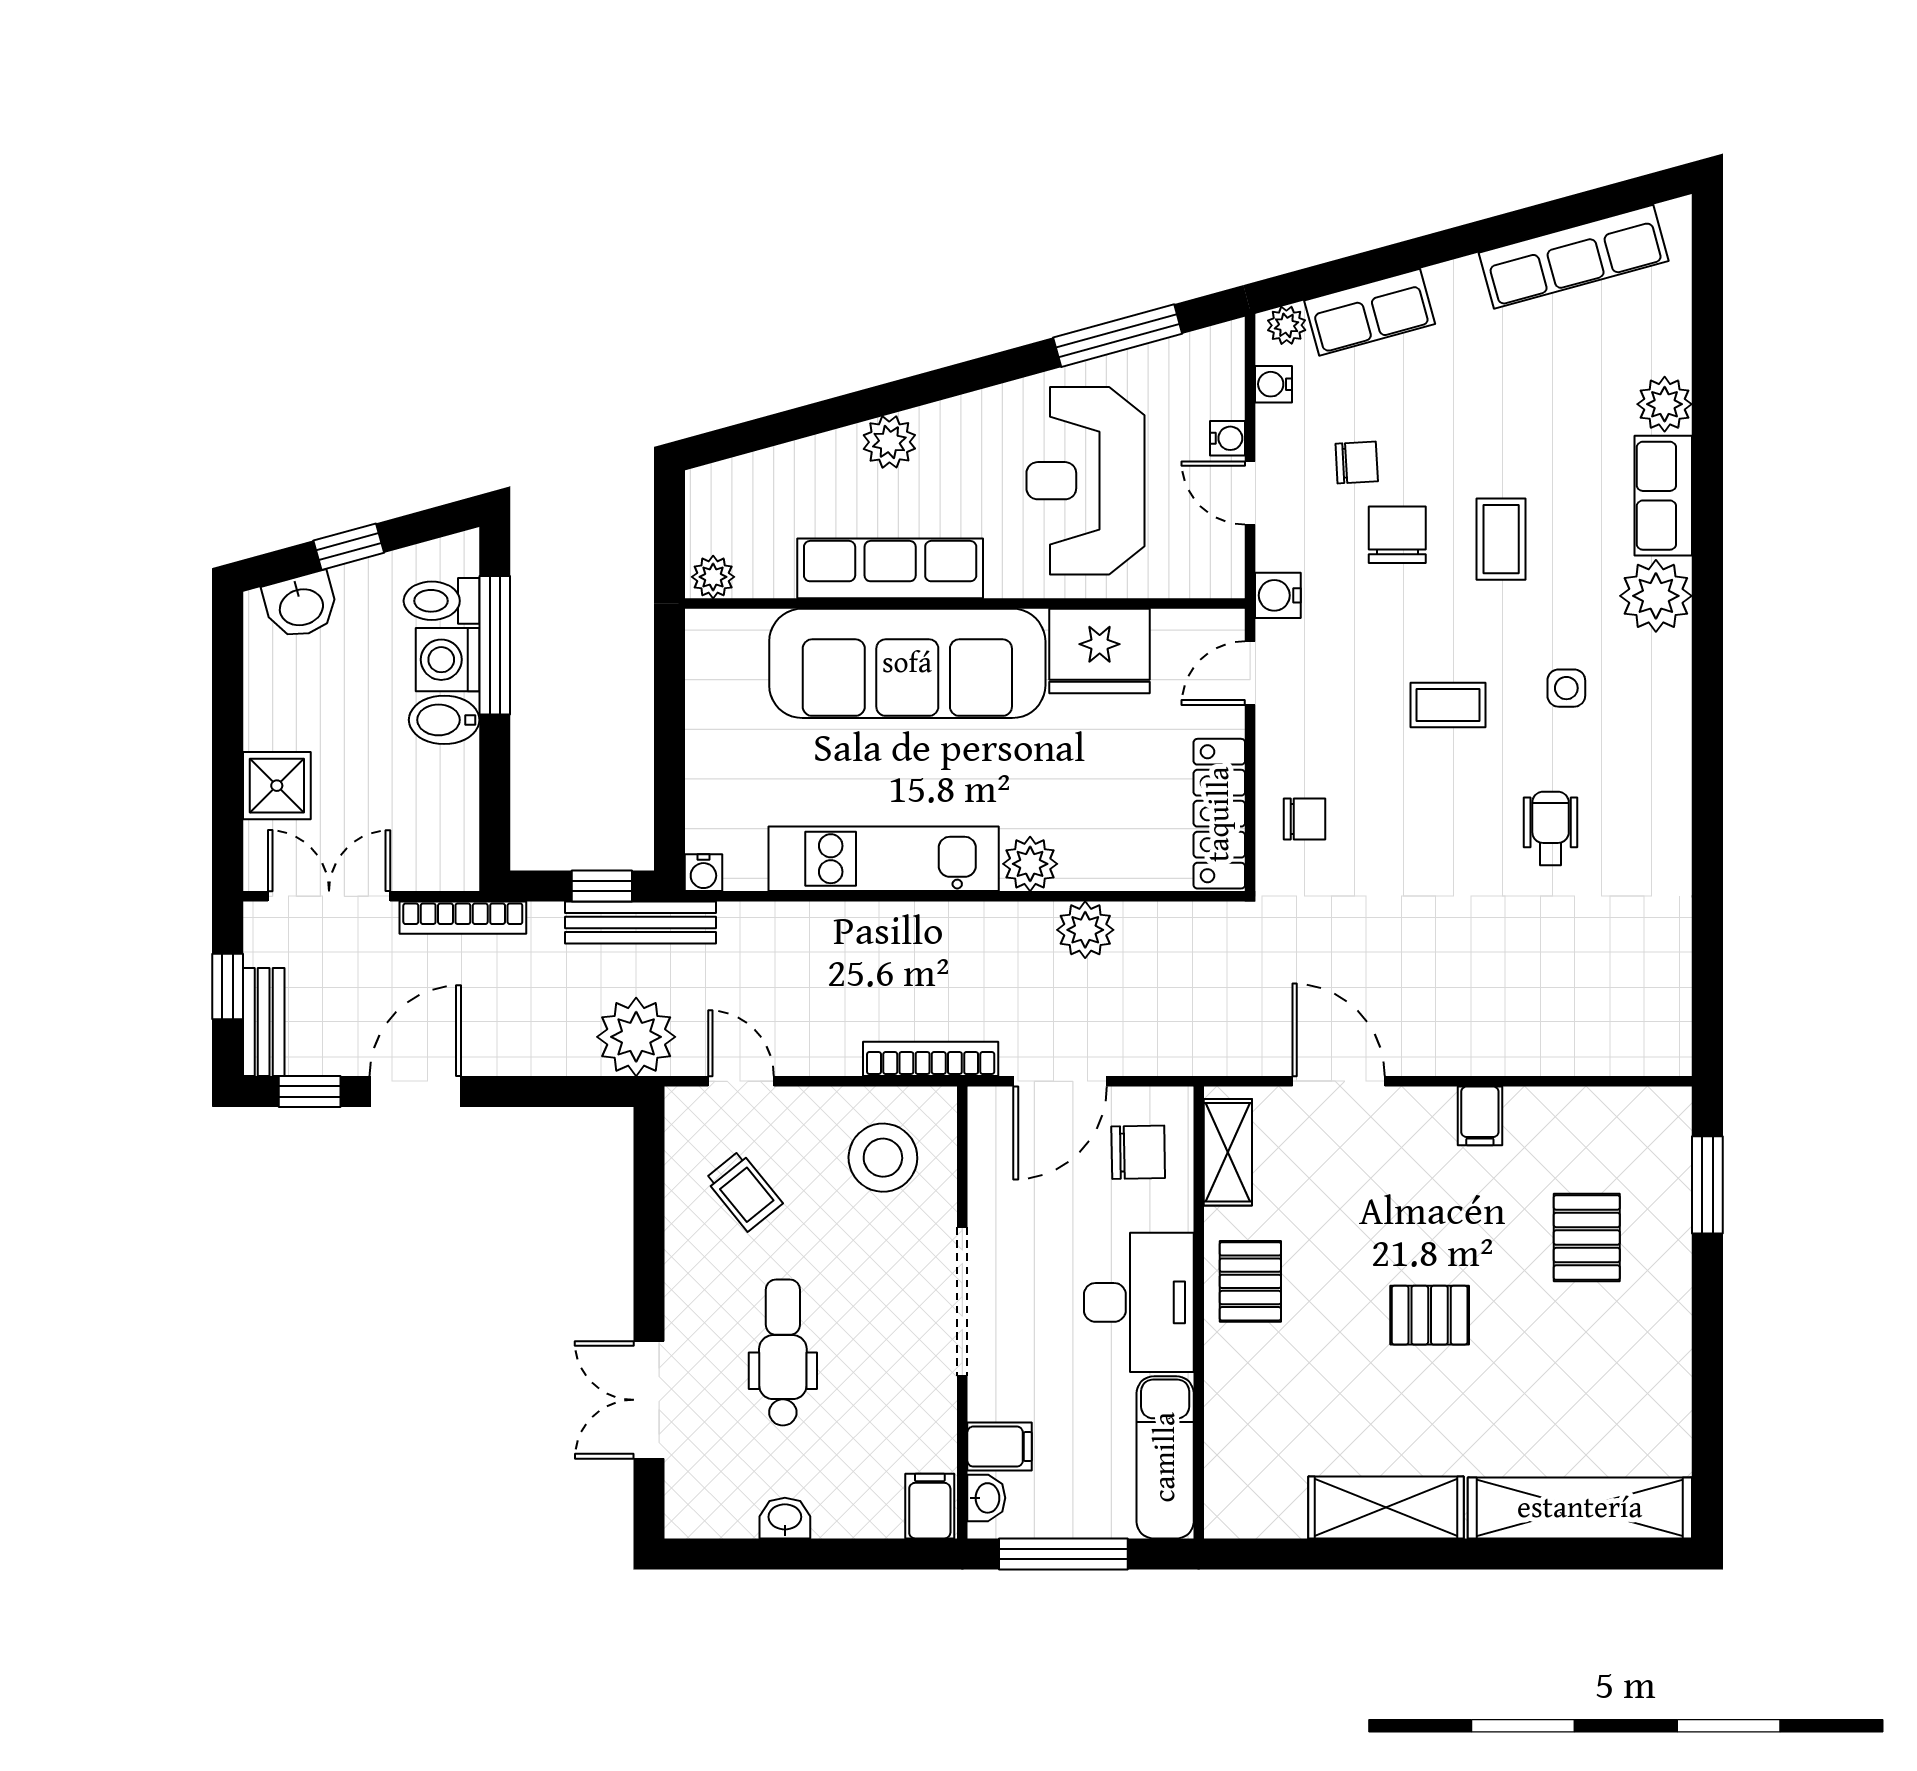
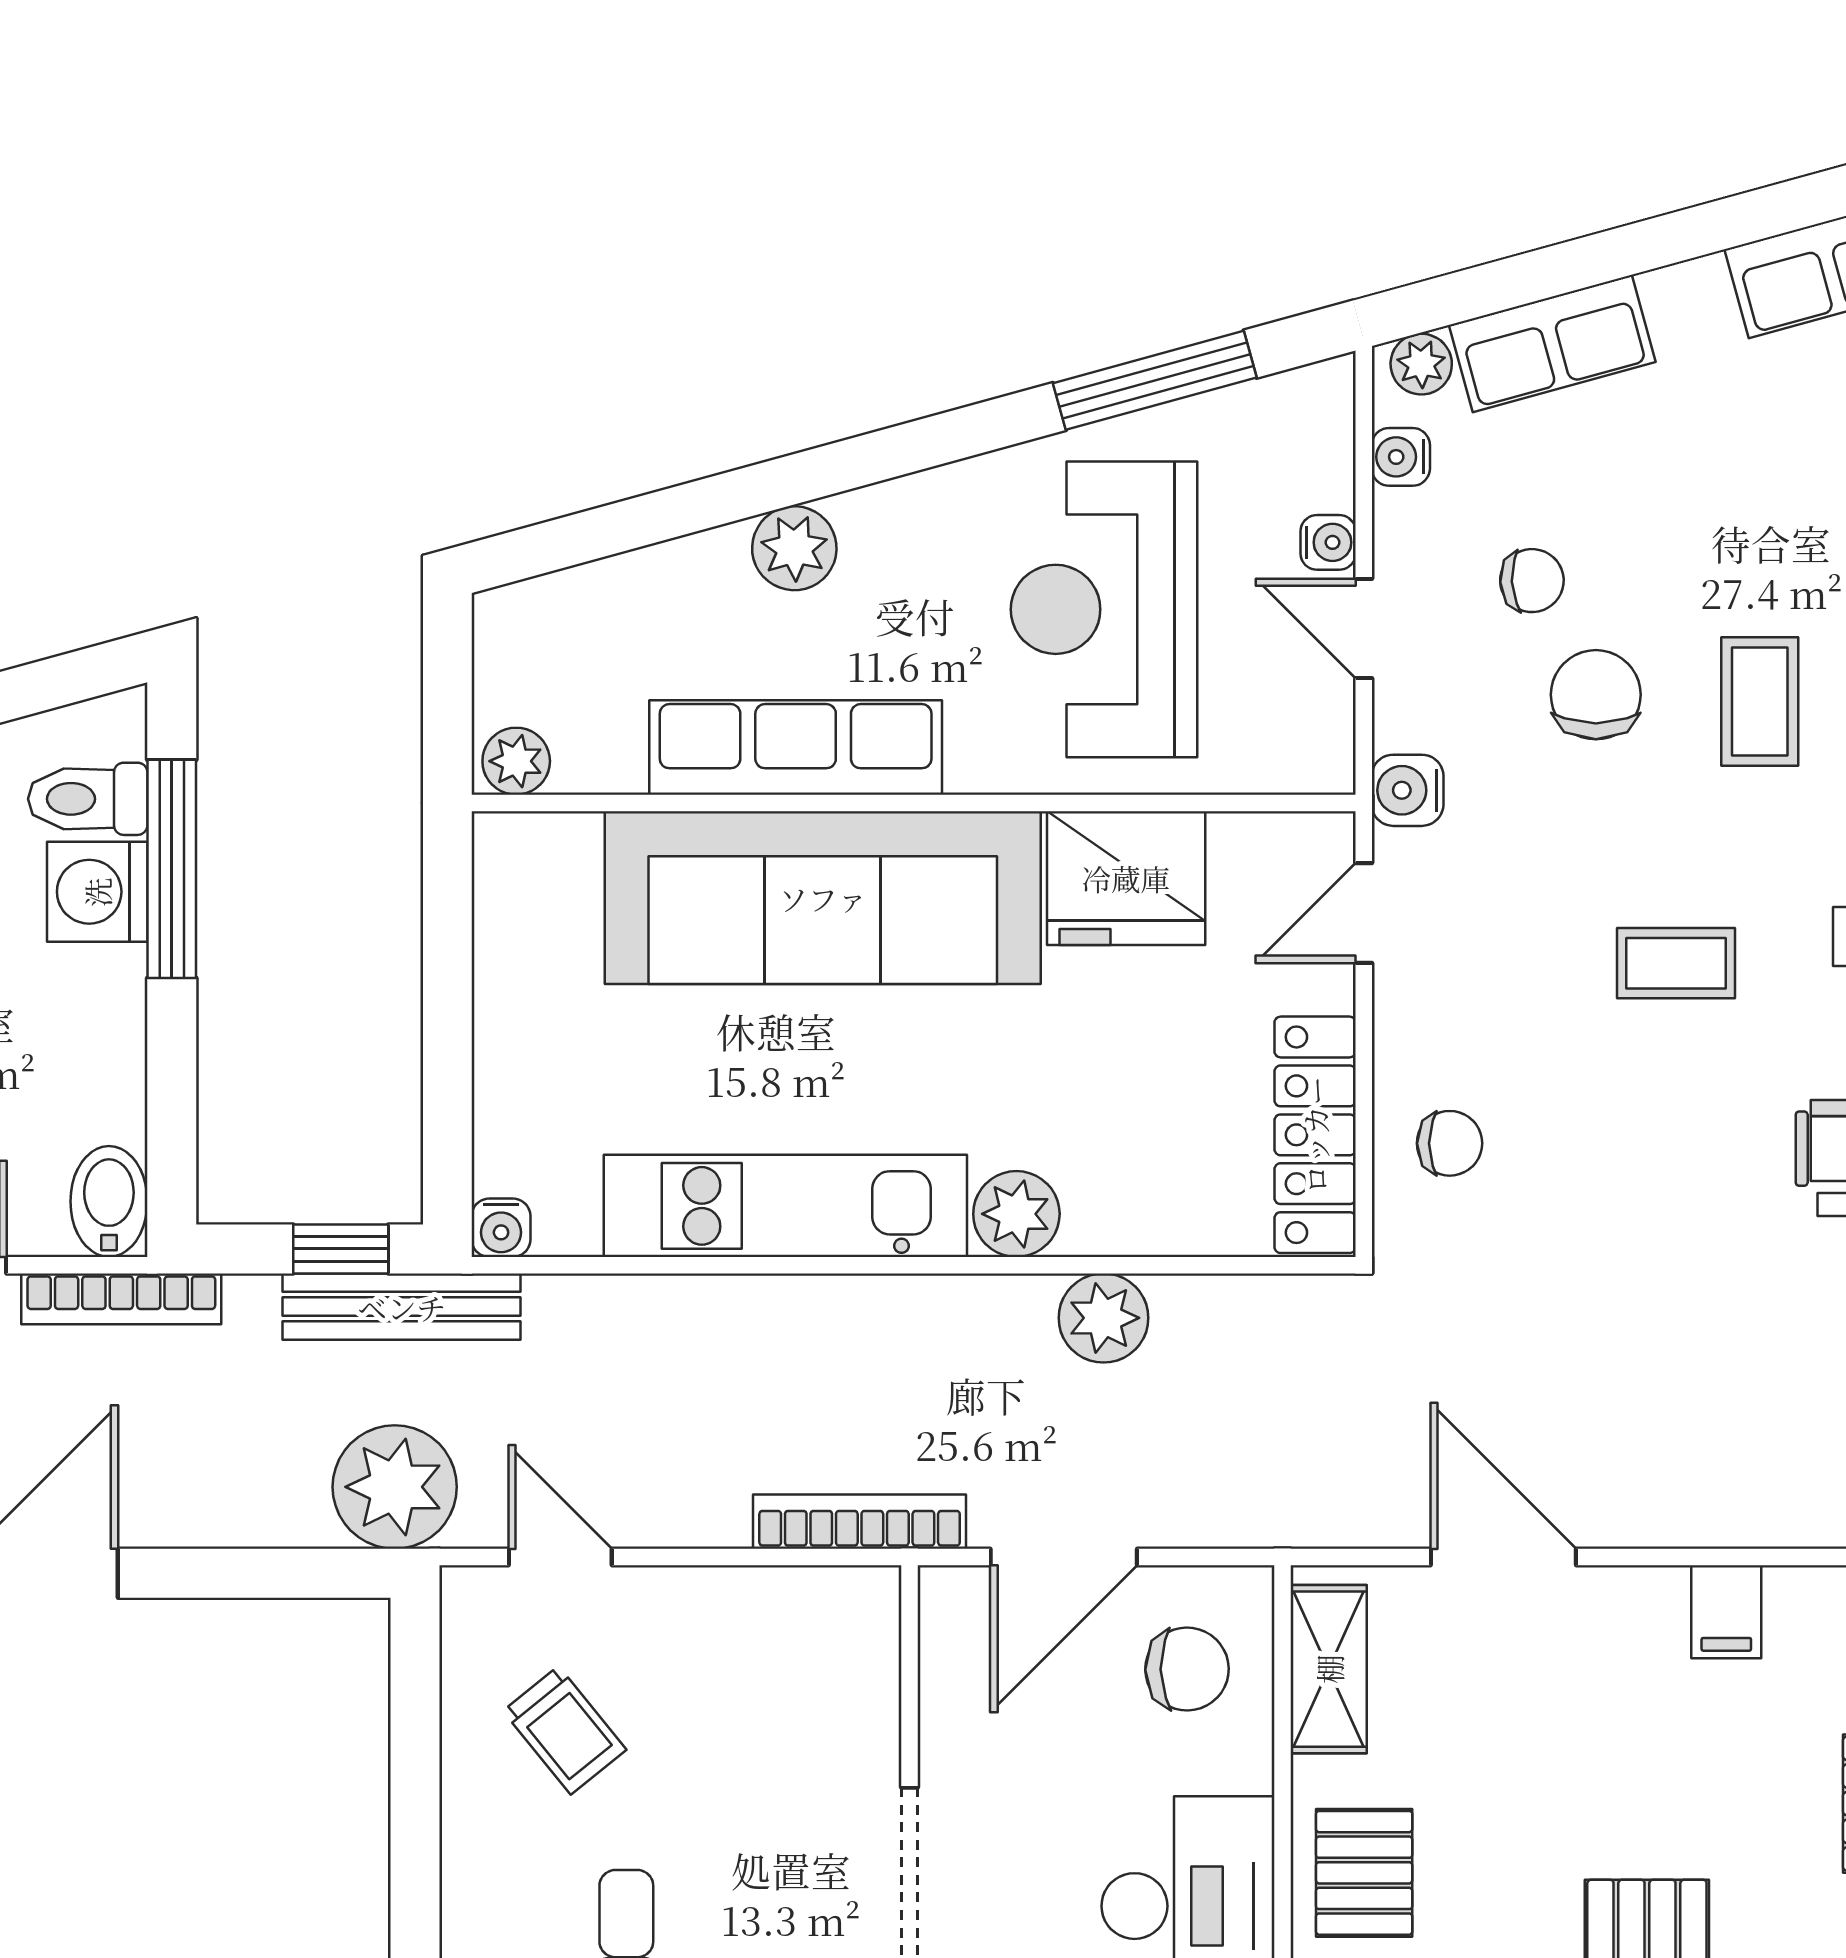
bidet: (444, 720) -> (109, 1201), moved, turned 90
stool: (883, 1158) -> (784, 1678), removed

